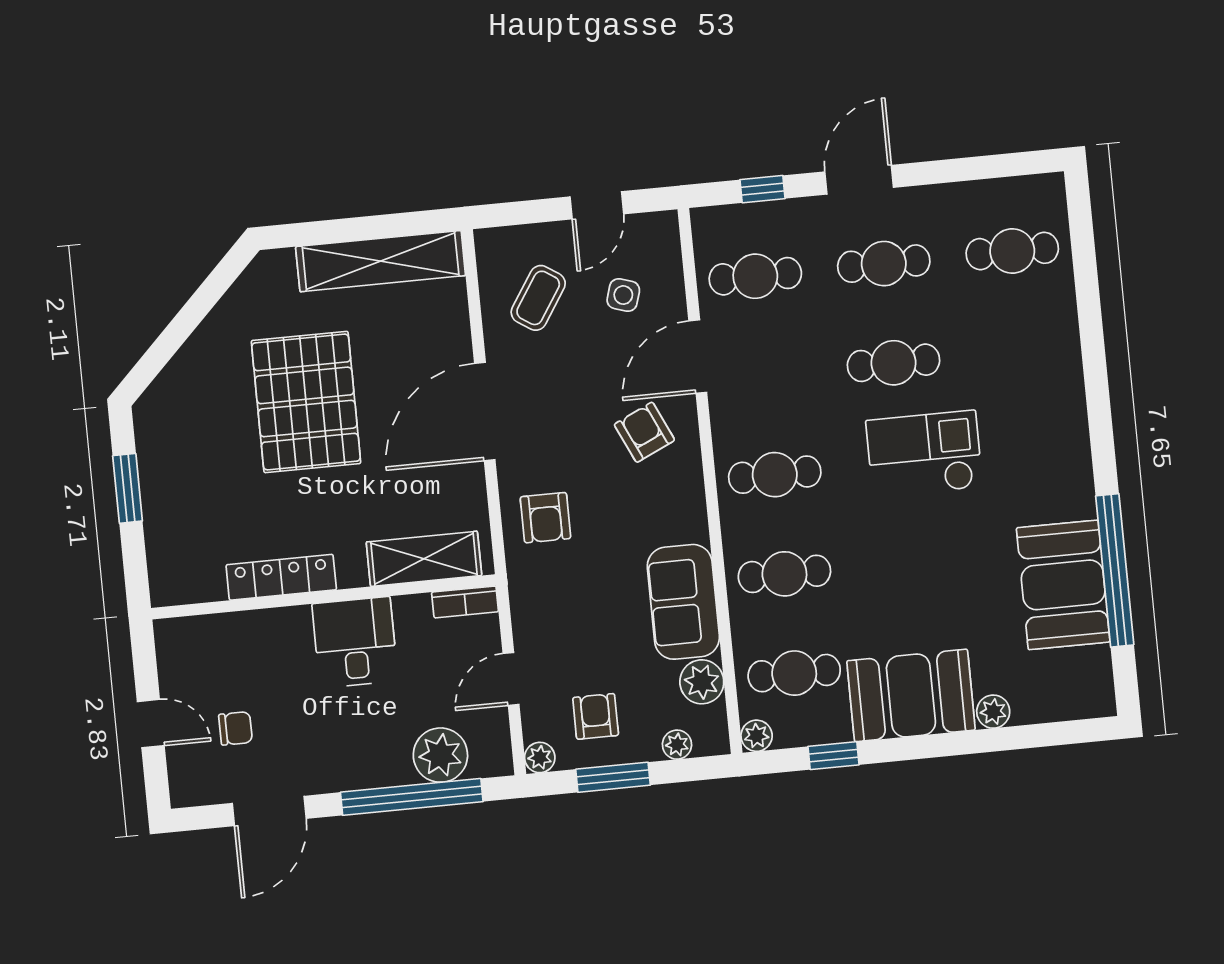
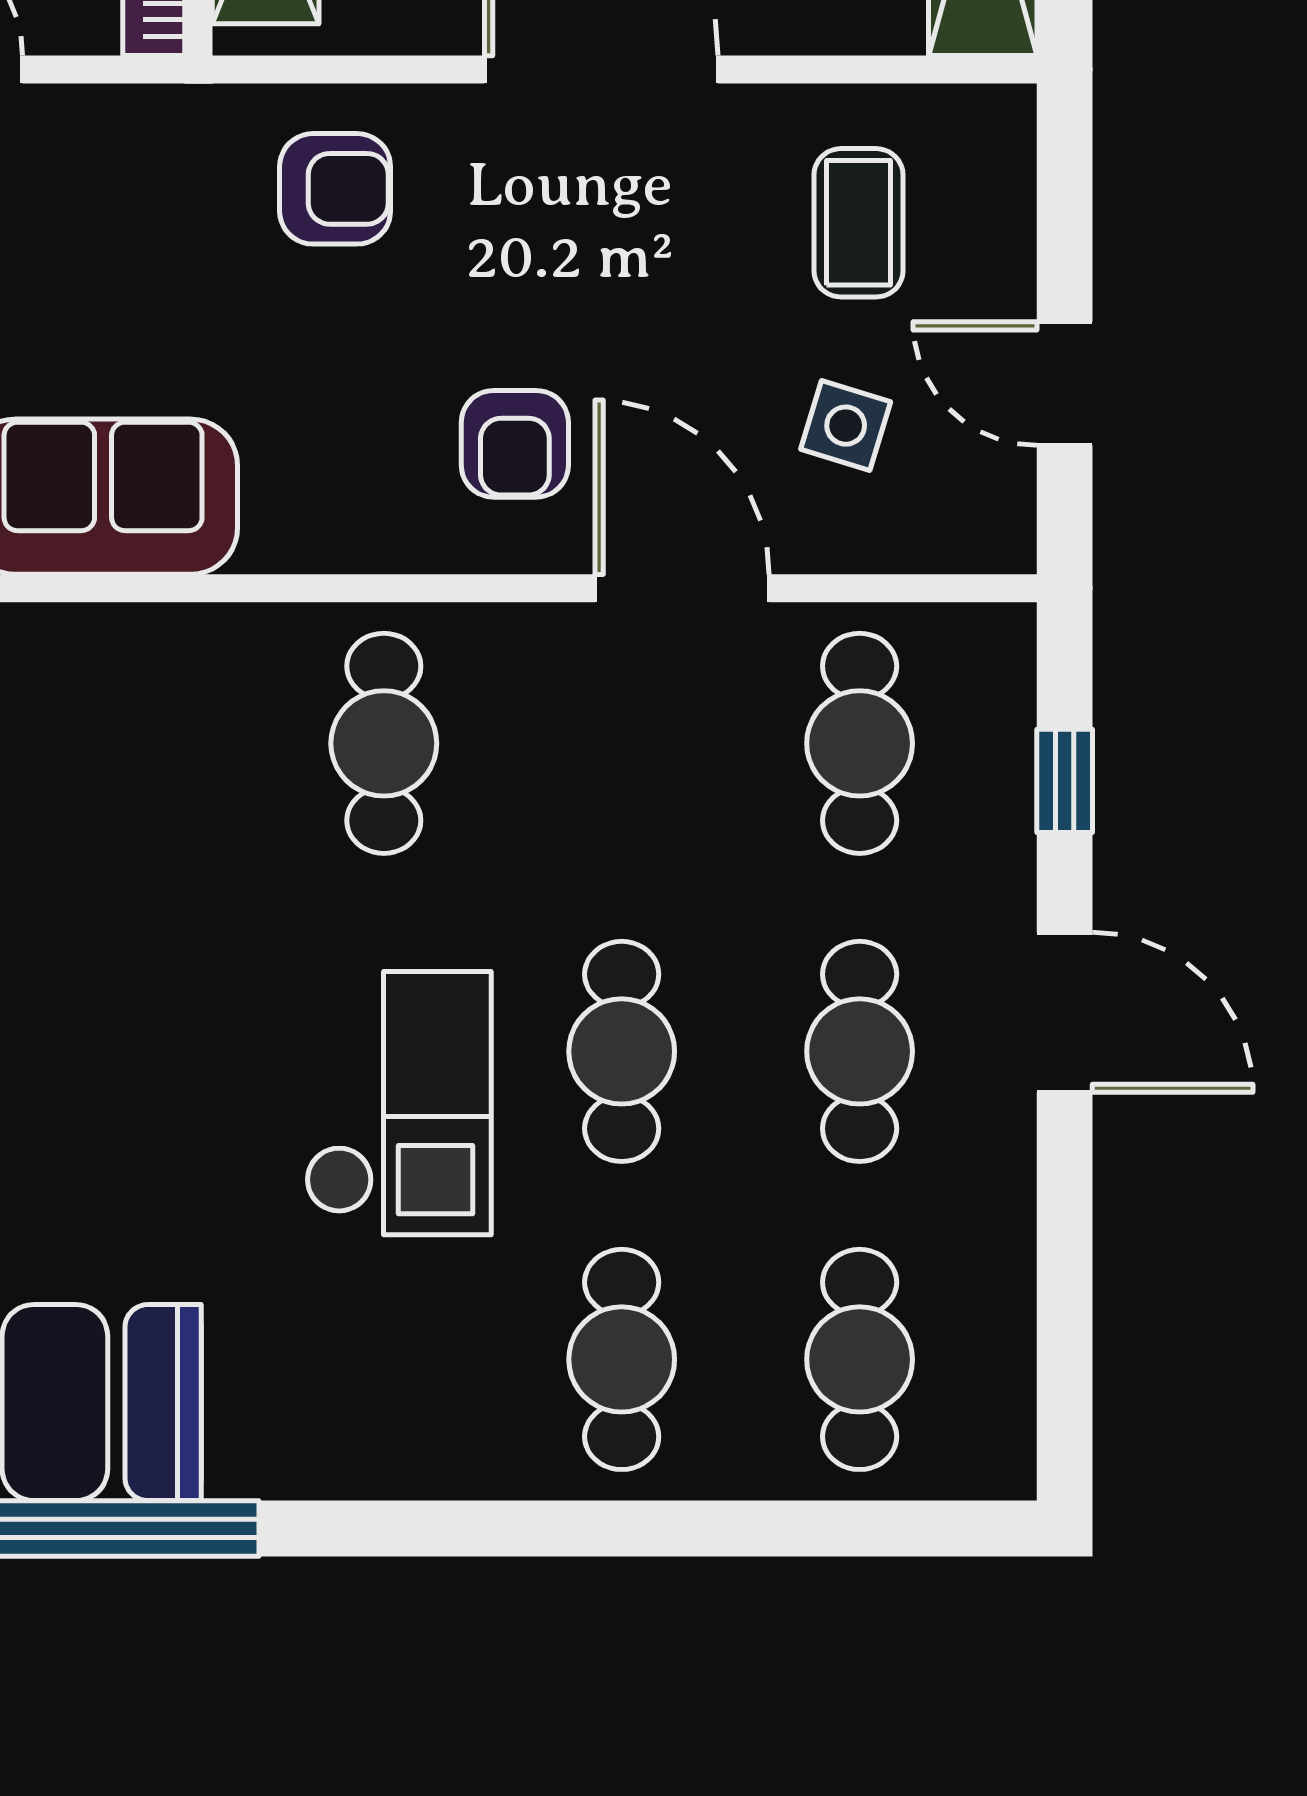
coffee table: (538, 298) -> (859, 223), turned 57
armchair: (644, 432) -> (515, 444), turned 115
armchair: (545, 518) -> (335, 189), turned 180
cafe table: (784, 574) -> (622, 1359), moved

